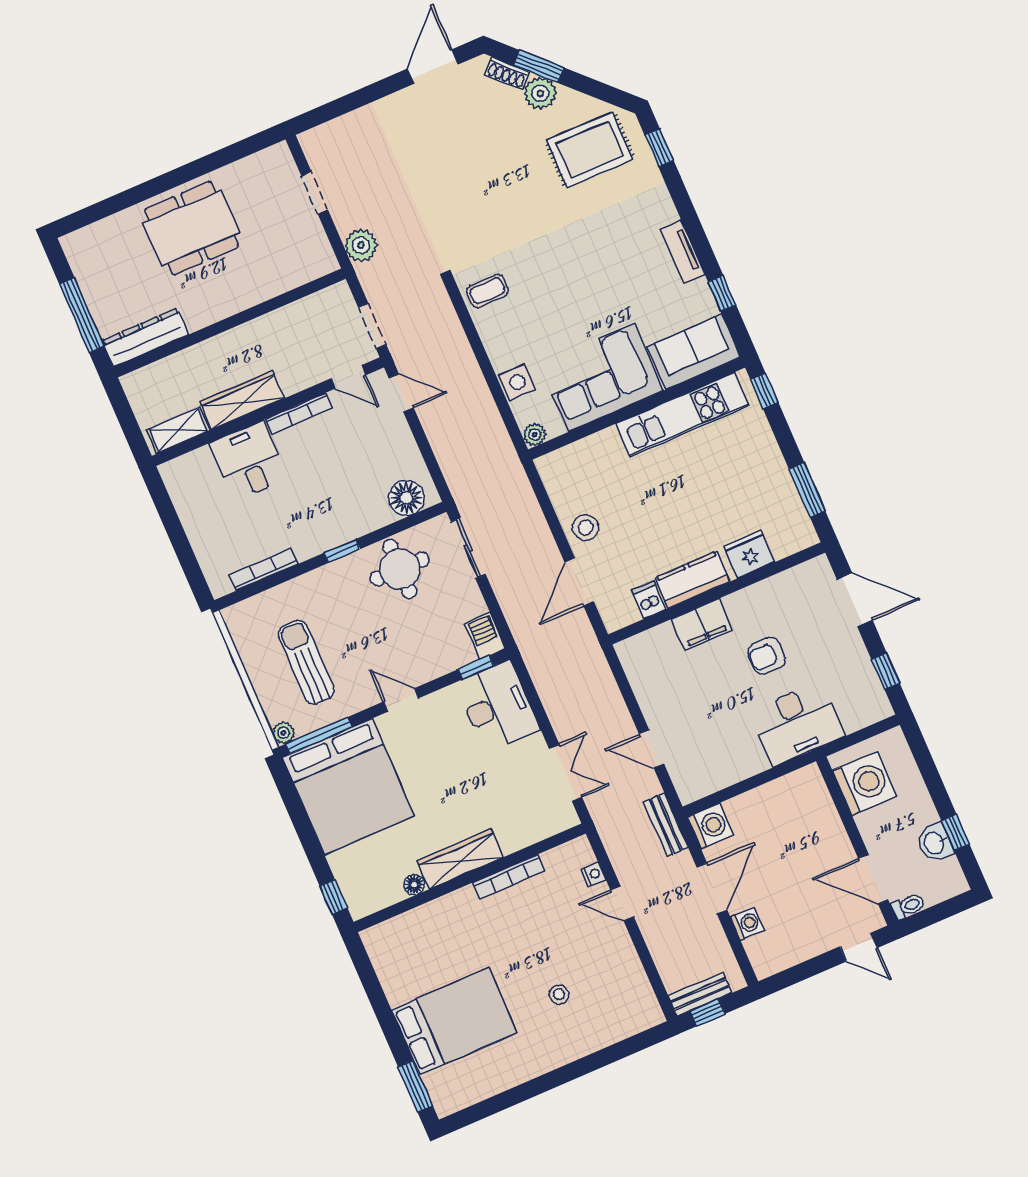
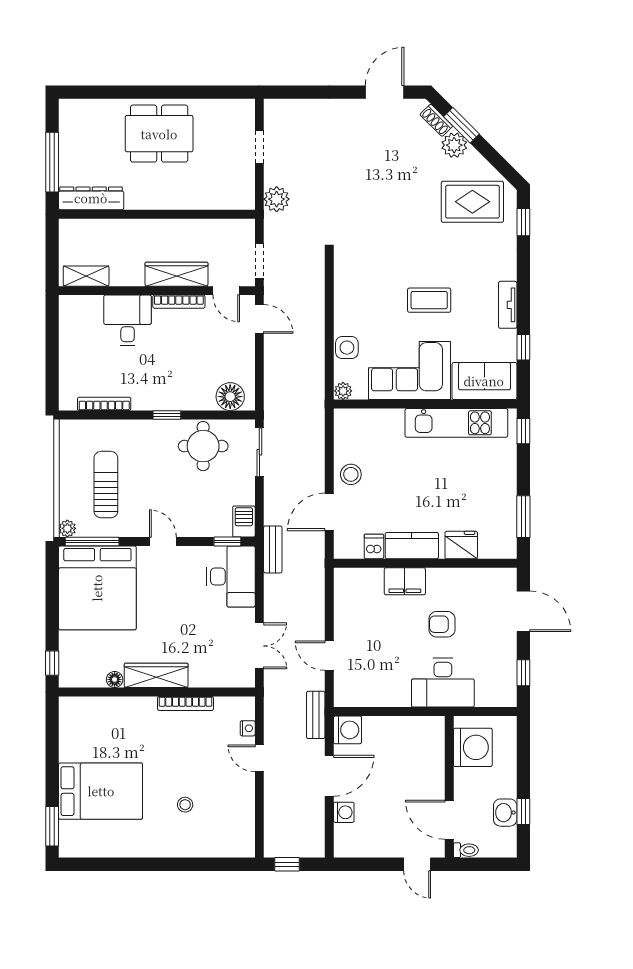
coffee table: (487, 291) -> (429, 300), moved, width x1.36, depth x1.30
wardrobe: (242, 400) -> (176, 274), moved
bench: (700, 994) -> (273, 549), moved, turned 90

